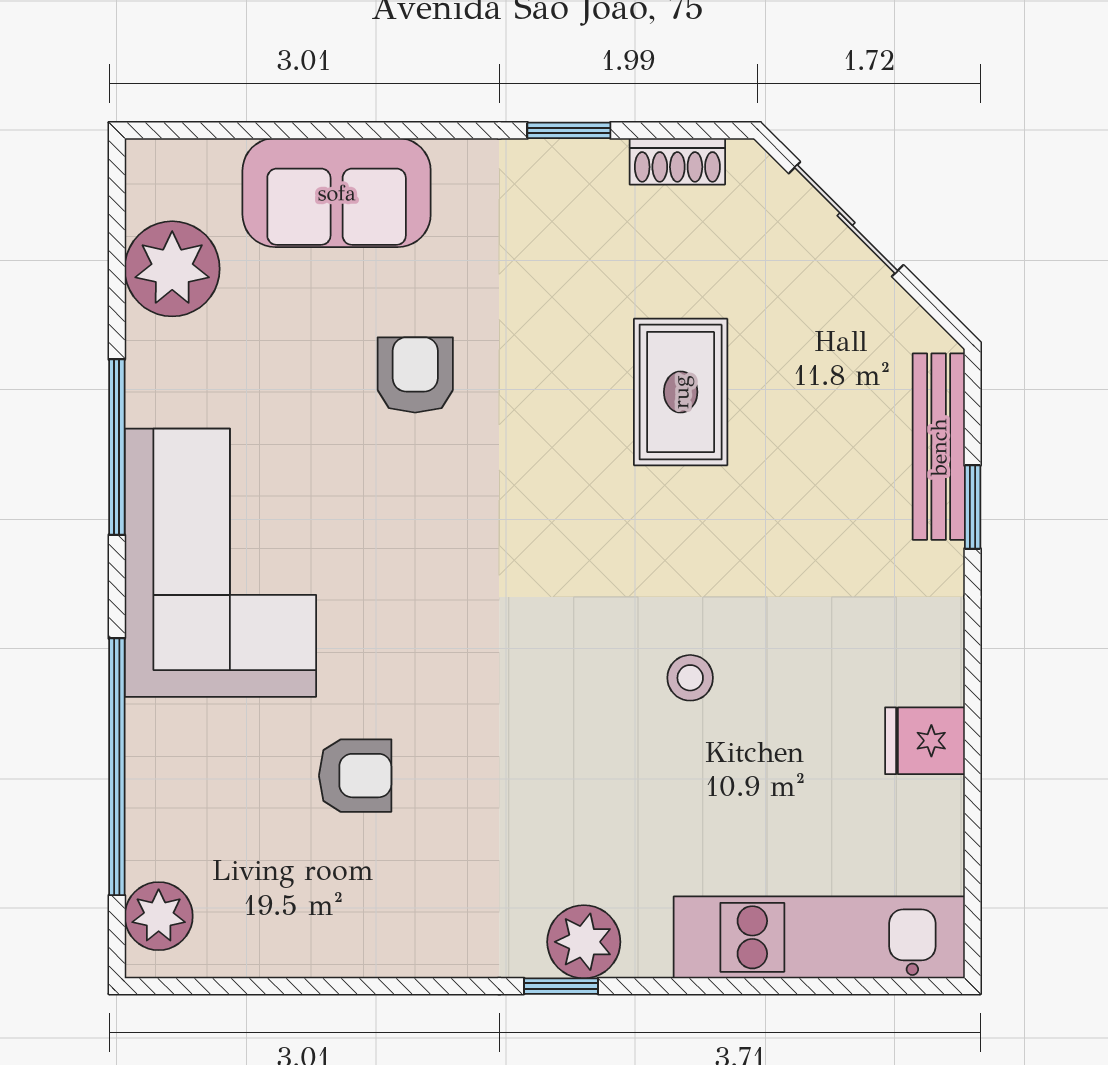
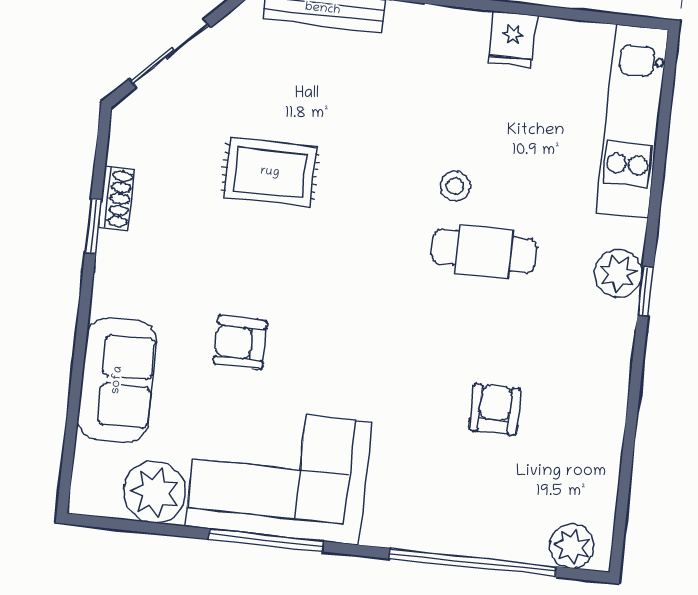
shoe rack: (677, 161) -> (116, 198), moved
corner sofa: (220, 563) -> (279, 474), moved
cafe table: (595, 732) -> (484, 251), added

